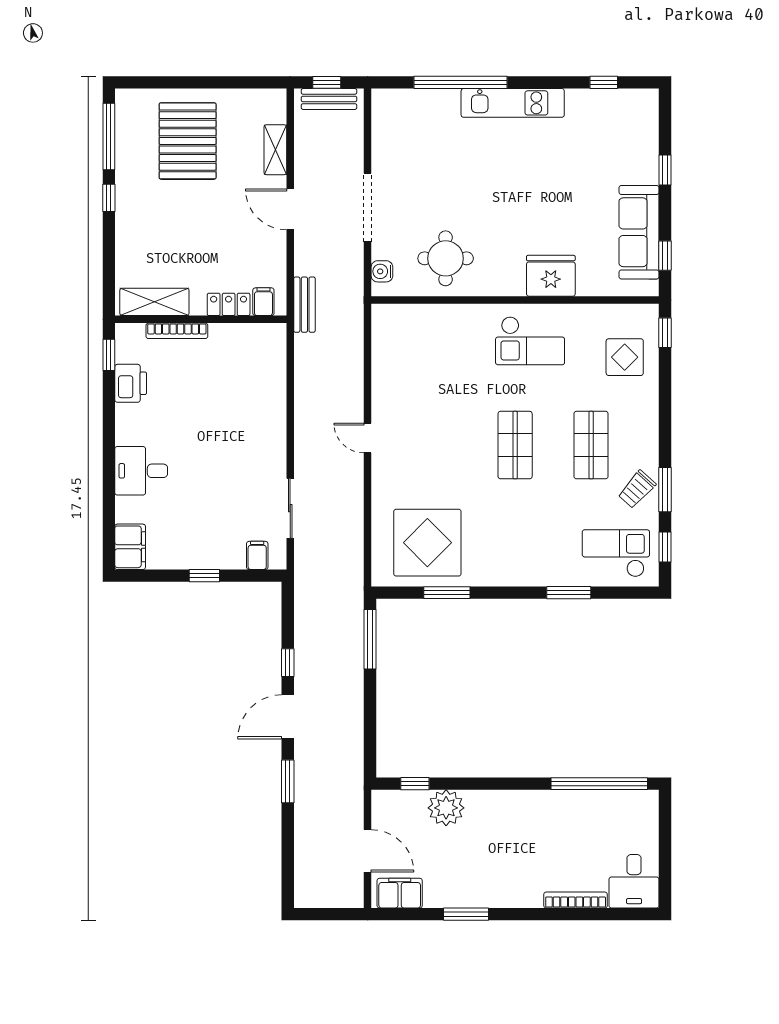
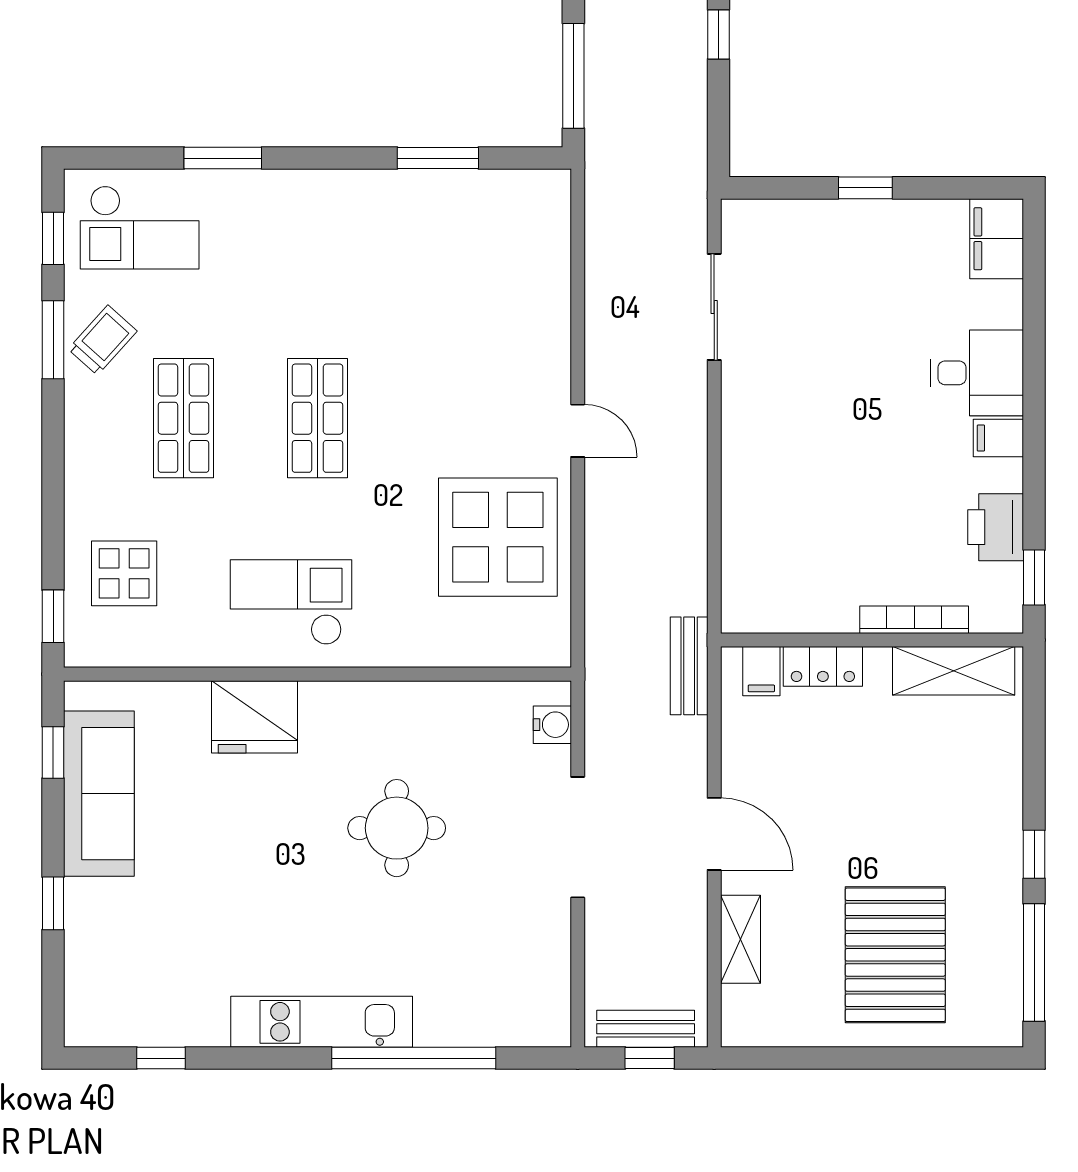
round table: (446, 258) -> (397, 828), moved
display table: (427, 543) -> (498, 537), moved
filing cabinet: (257, 555) -> (998, 438), moved, turned 90

